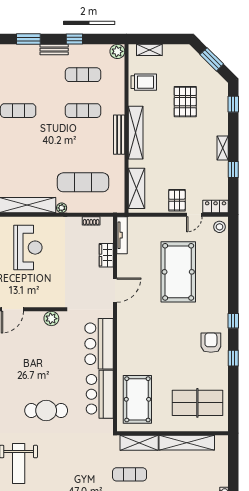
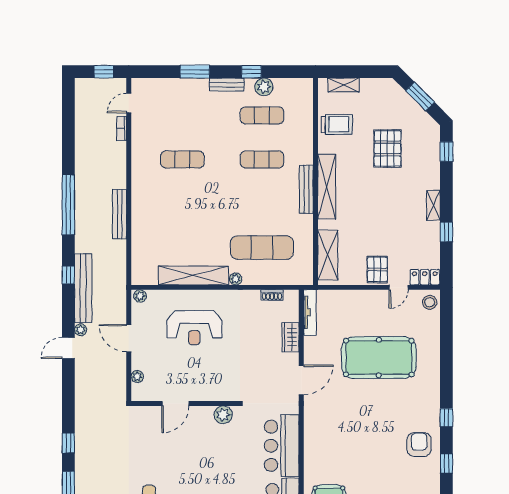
plant: (117, 51) -> (264, 87), moved
reception desk: (28, 248) -> (194, 328), turned 90
pool table: (178, 272) -> (379, 358), turned 90

